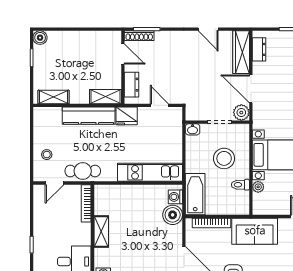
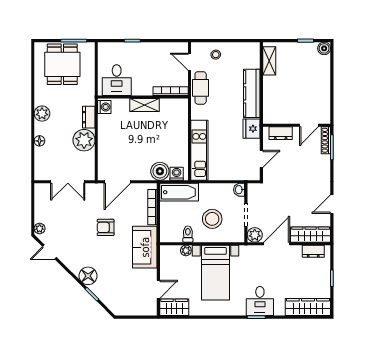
shelving: (106, 97) -> (269, 109), removed

